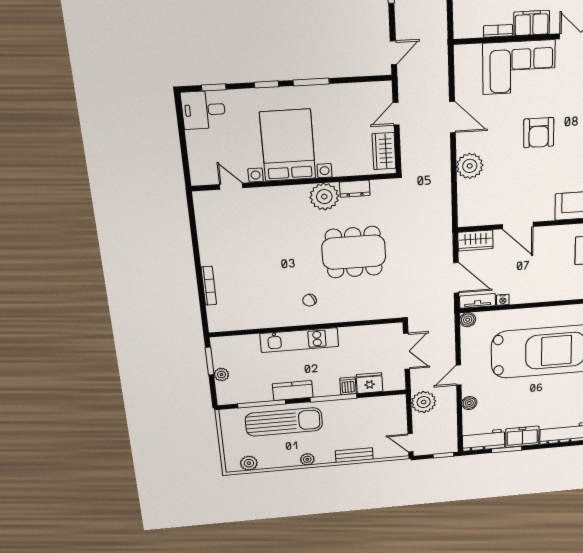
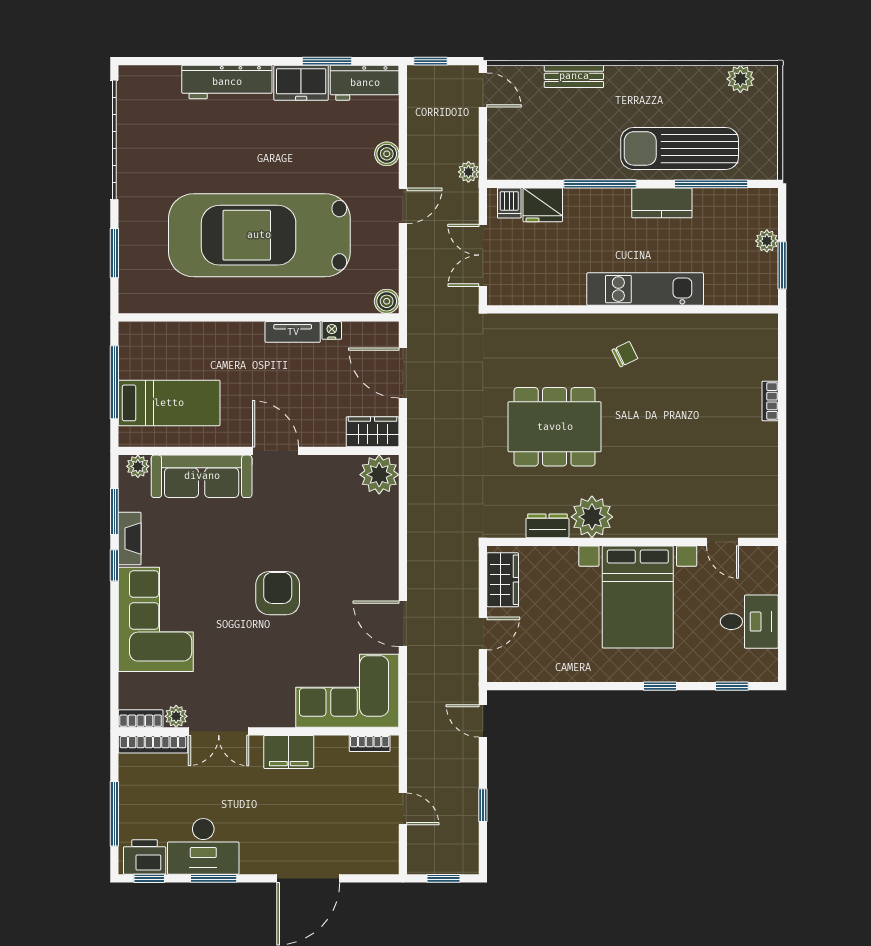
bookcase: (498, 31) -> (370, 744), moved
door: (393, 53) -> (483, 721), hinge flipped
corner sofa: (519, 67) -> (347, 691), moved
window: (311, 82) -> (599, 686), removed
desk: (203, 110) -> (749, 622), moved
plant: (470, 166) -> (379, 475), moved
door: (518, 226) -> (276, 451), moved
bookcase: (209, 286) -> (770, 401), width x0.64
tv unit: (478, 301) -> (293, 332), moved
dishwasher: (348, 386) -> (509, 203), moved
plant: (424, 402) -> (468, 172), width x0.53, depth x0.53
plant: (307, 459) -> (648, 76), removed

